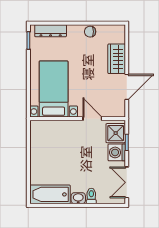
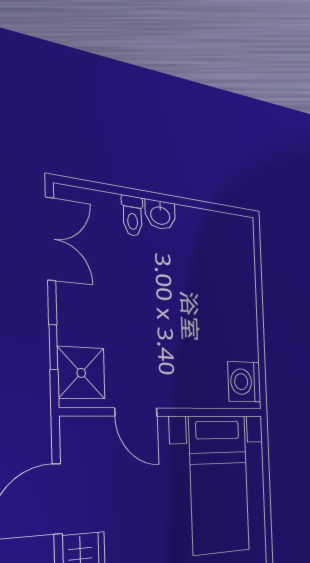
washing machine: (117, 152) -> (244, 382), moved, turned 180
bathtub: (50, 194) -> (217, 233), removed

